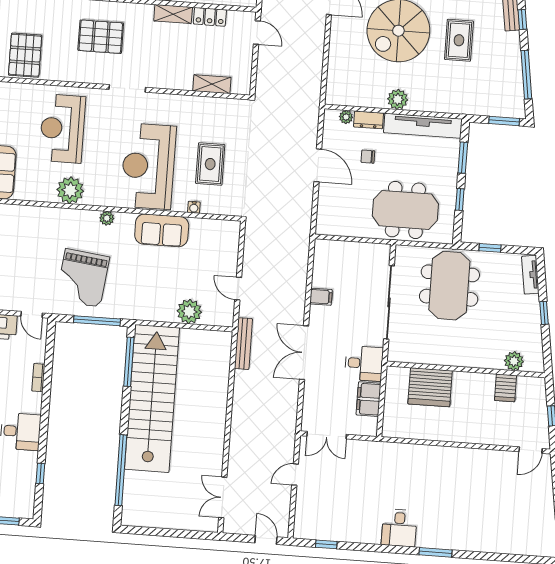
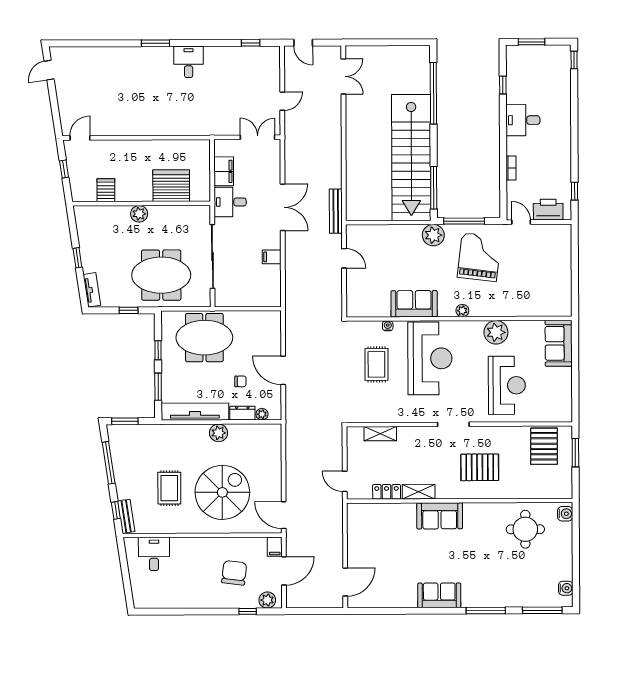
meeting table: (449, 286) -> (161, 275), turned 90
plant: (189, 311) -> (433, 235), moved
plant: (514, 361) -> (139, 214), moved

